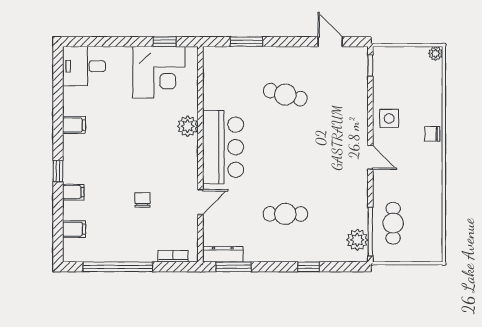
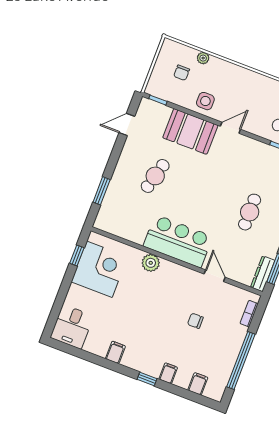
plant: (436, 53) -> (203, 58), moved
booth: (349, 115) -> (190, 131), added
chair: (432, 134) -> (182, 73), moved

